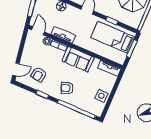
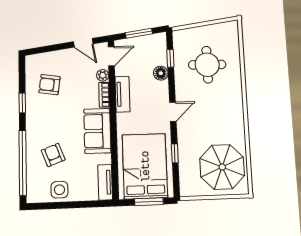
bed: (113, 37) -> (145, 166), width x1.50
door: (16, 69) -> (83, 43), moved
armchair: (67, 88) -> (53, 155), moved

